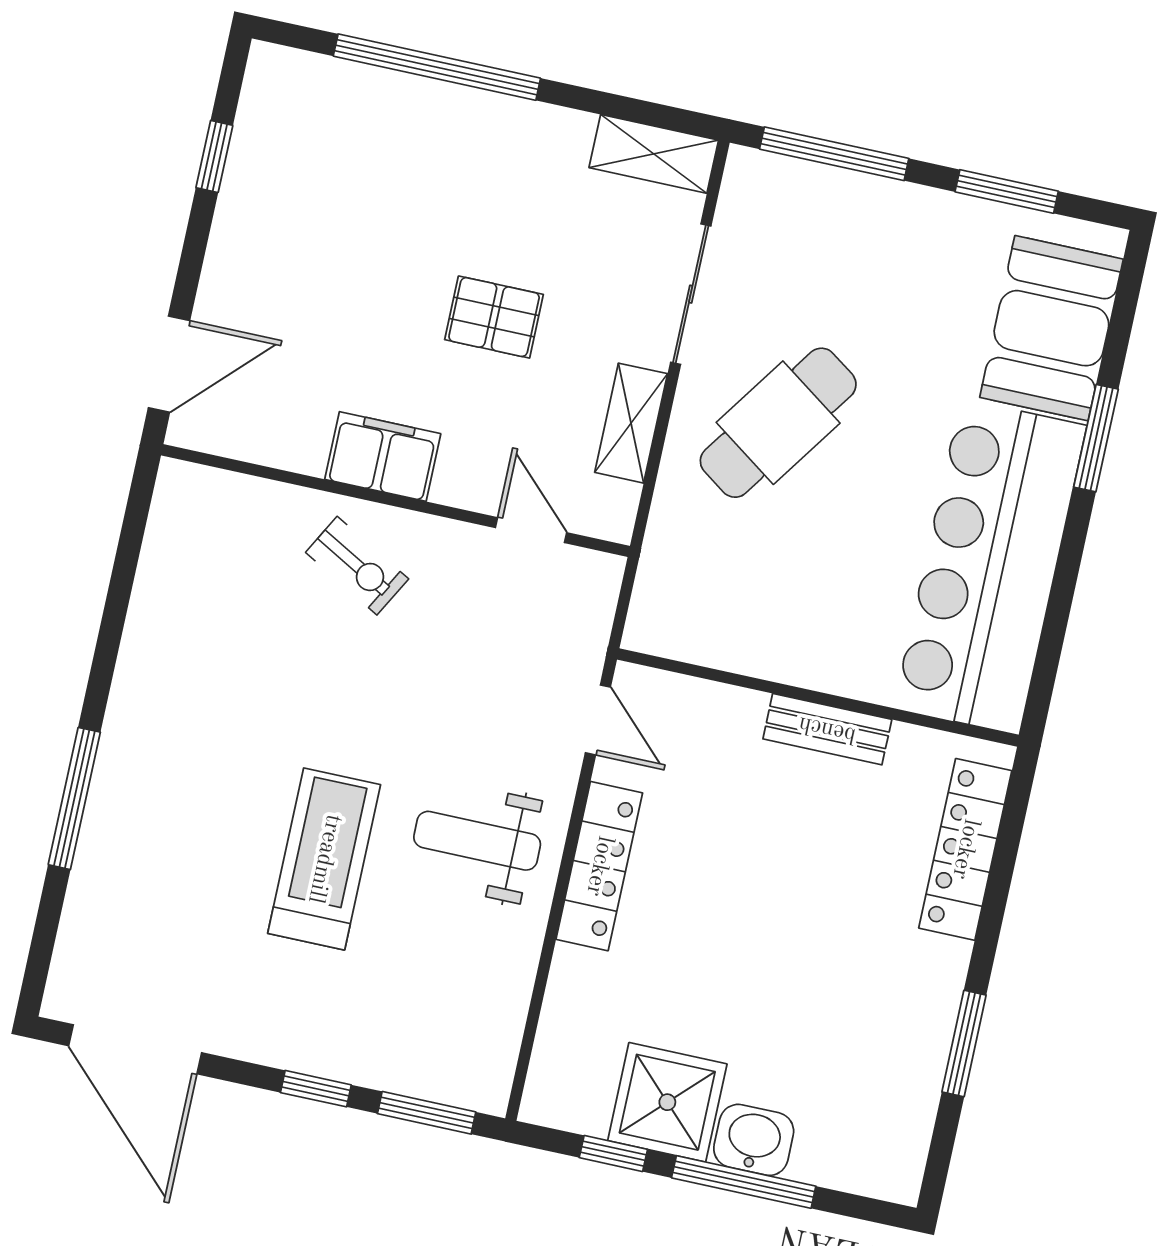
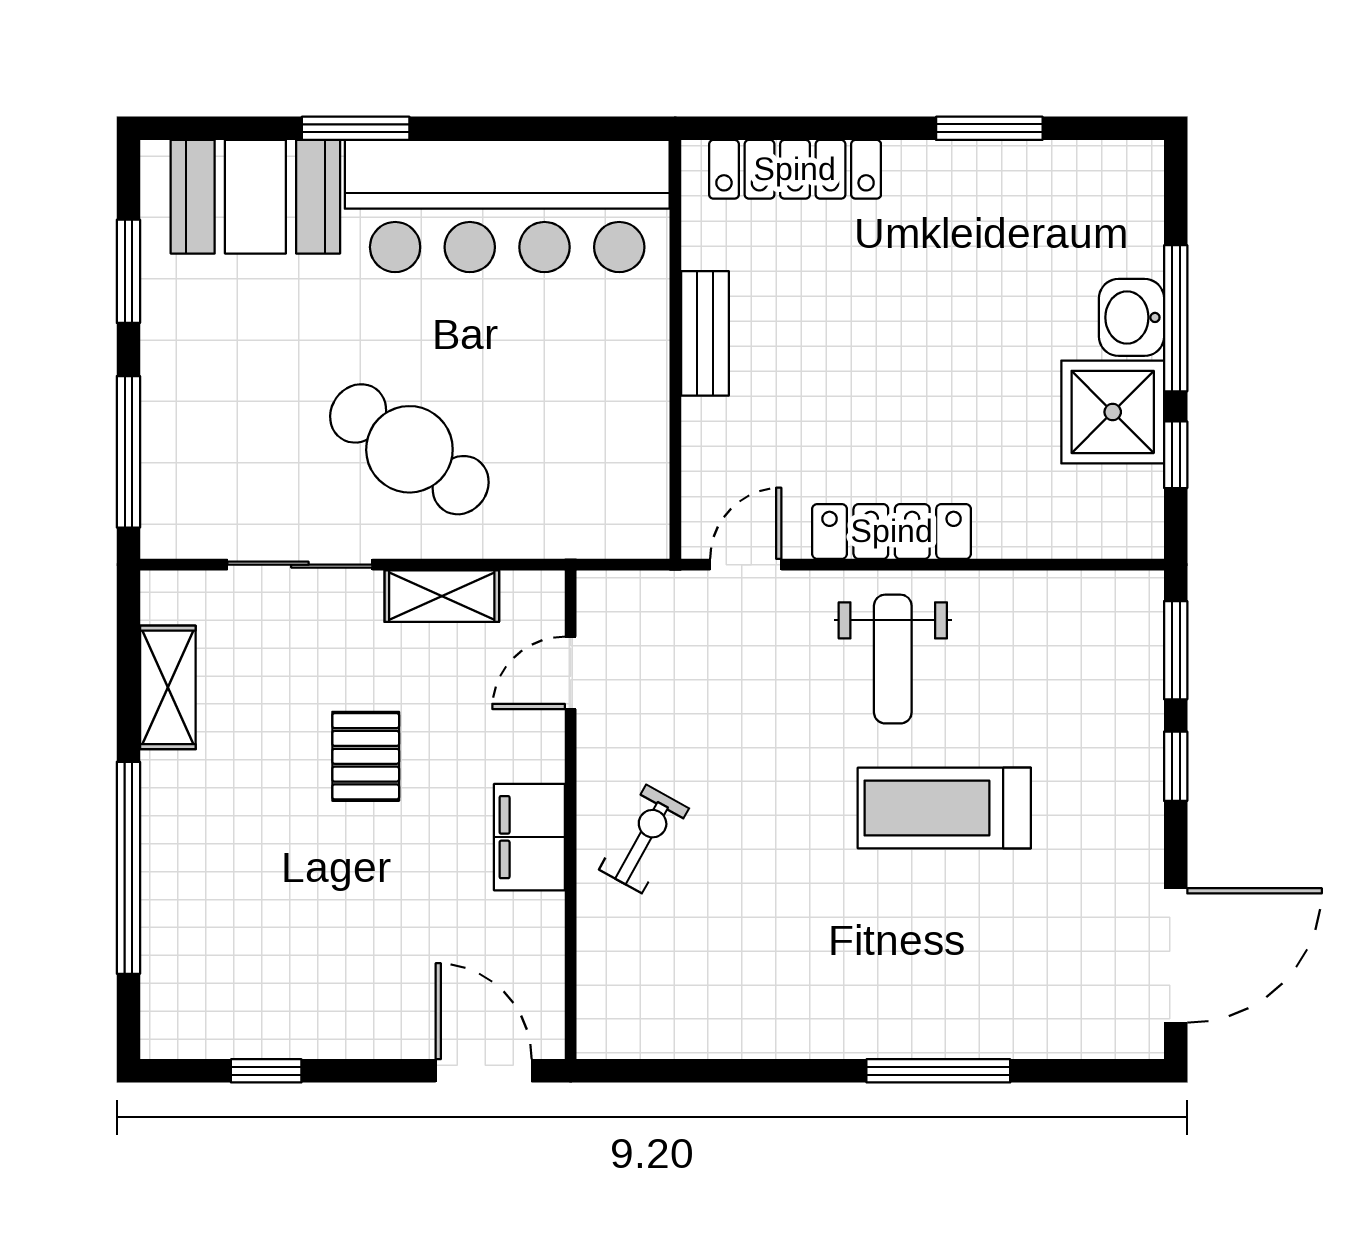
shelving: (654, 154) -> (168, 687), moved

